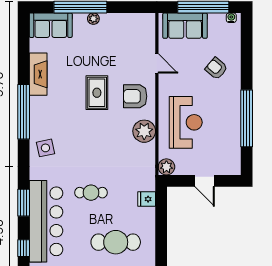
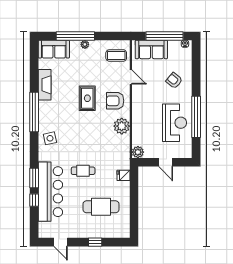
coffee table: (137, 34) -> (116, 55), added
reception desk: (186, 122) -> (175, 123), moved
window: (24, 248) -> (34, 200), moved

